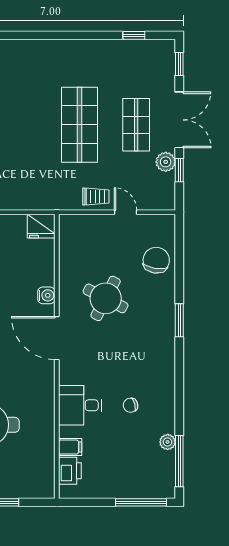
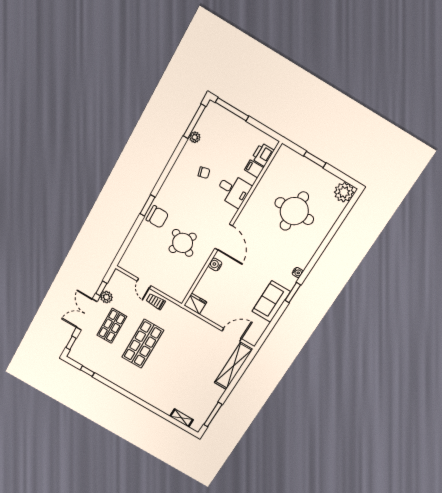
chair: (156, 260) -> (157, 217), moved, turned -99

